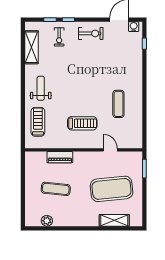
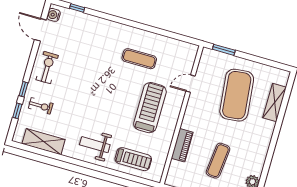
treadmill: (38, 122) -> (133, 159), turned 180
treadmill: (82, 123) -> (150, 108), width x1.37, depth x1.38

